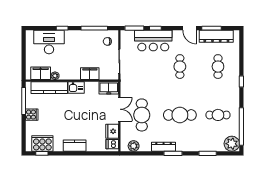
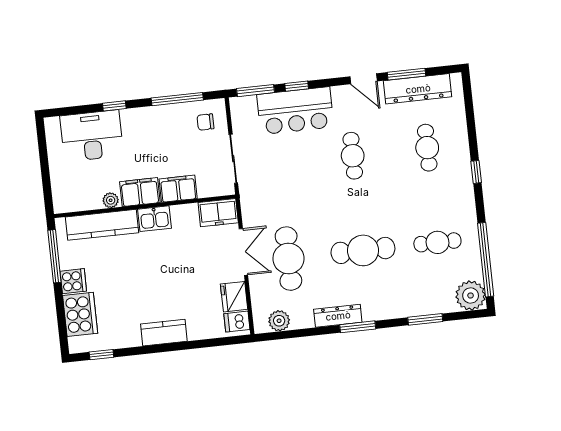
filing cabinet: (41, 73) -> (140, 192), moved
cooker: (42, 144) -> (80, 314), moved, turned 90

